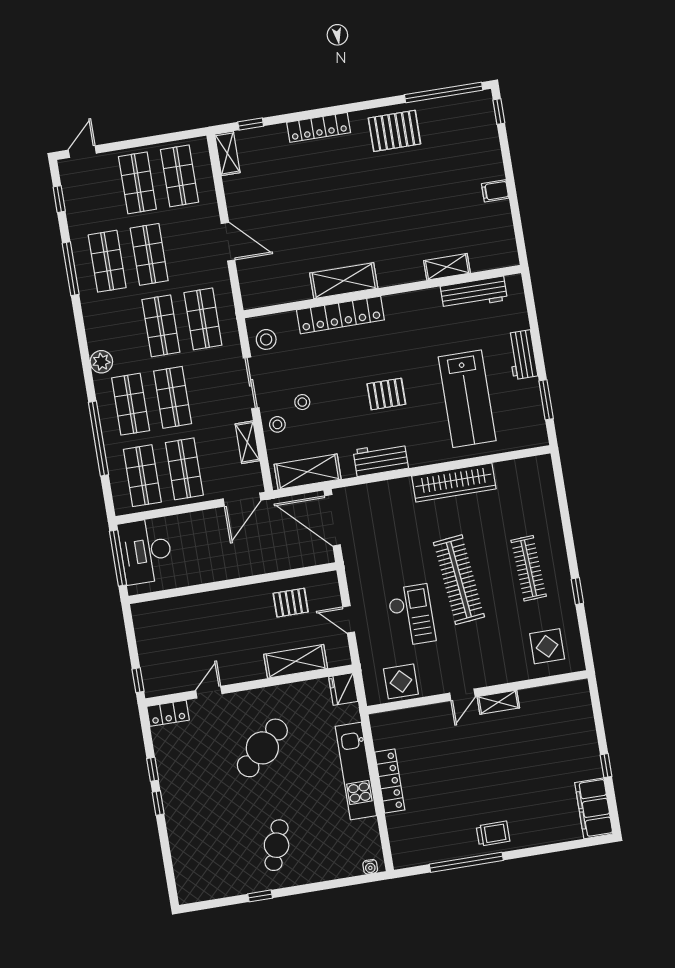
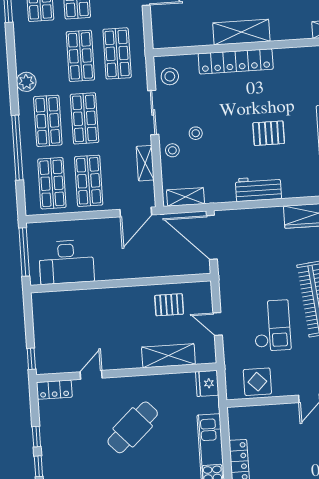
shelving: (308, 472) -> (185, 197), width x0.67, depth x0.75
desk: (146, 551) -> (66, 262), moved, turned -90

